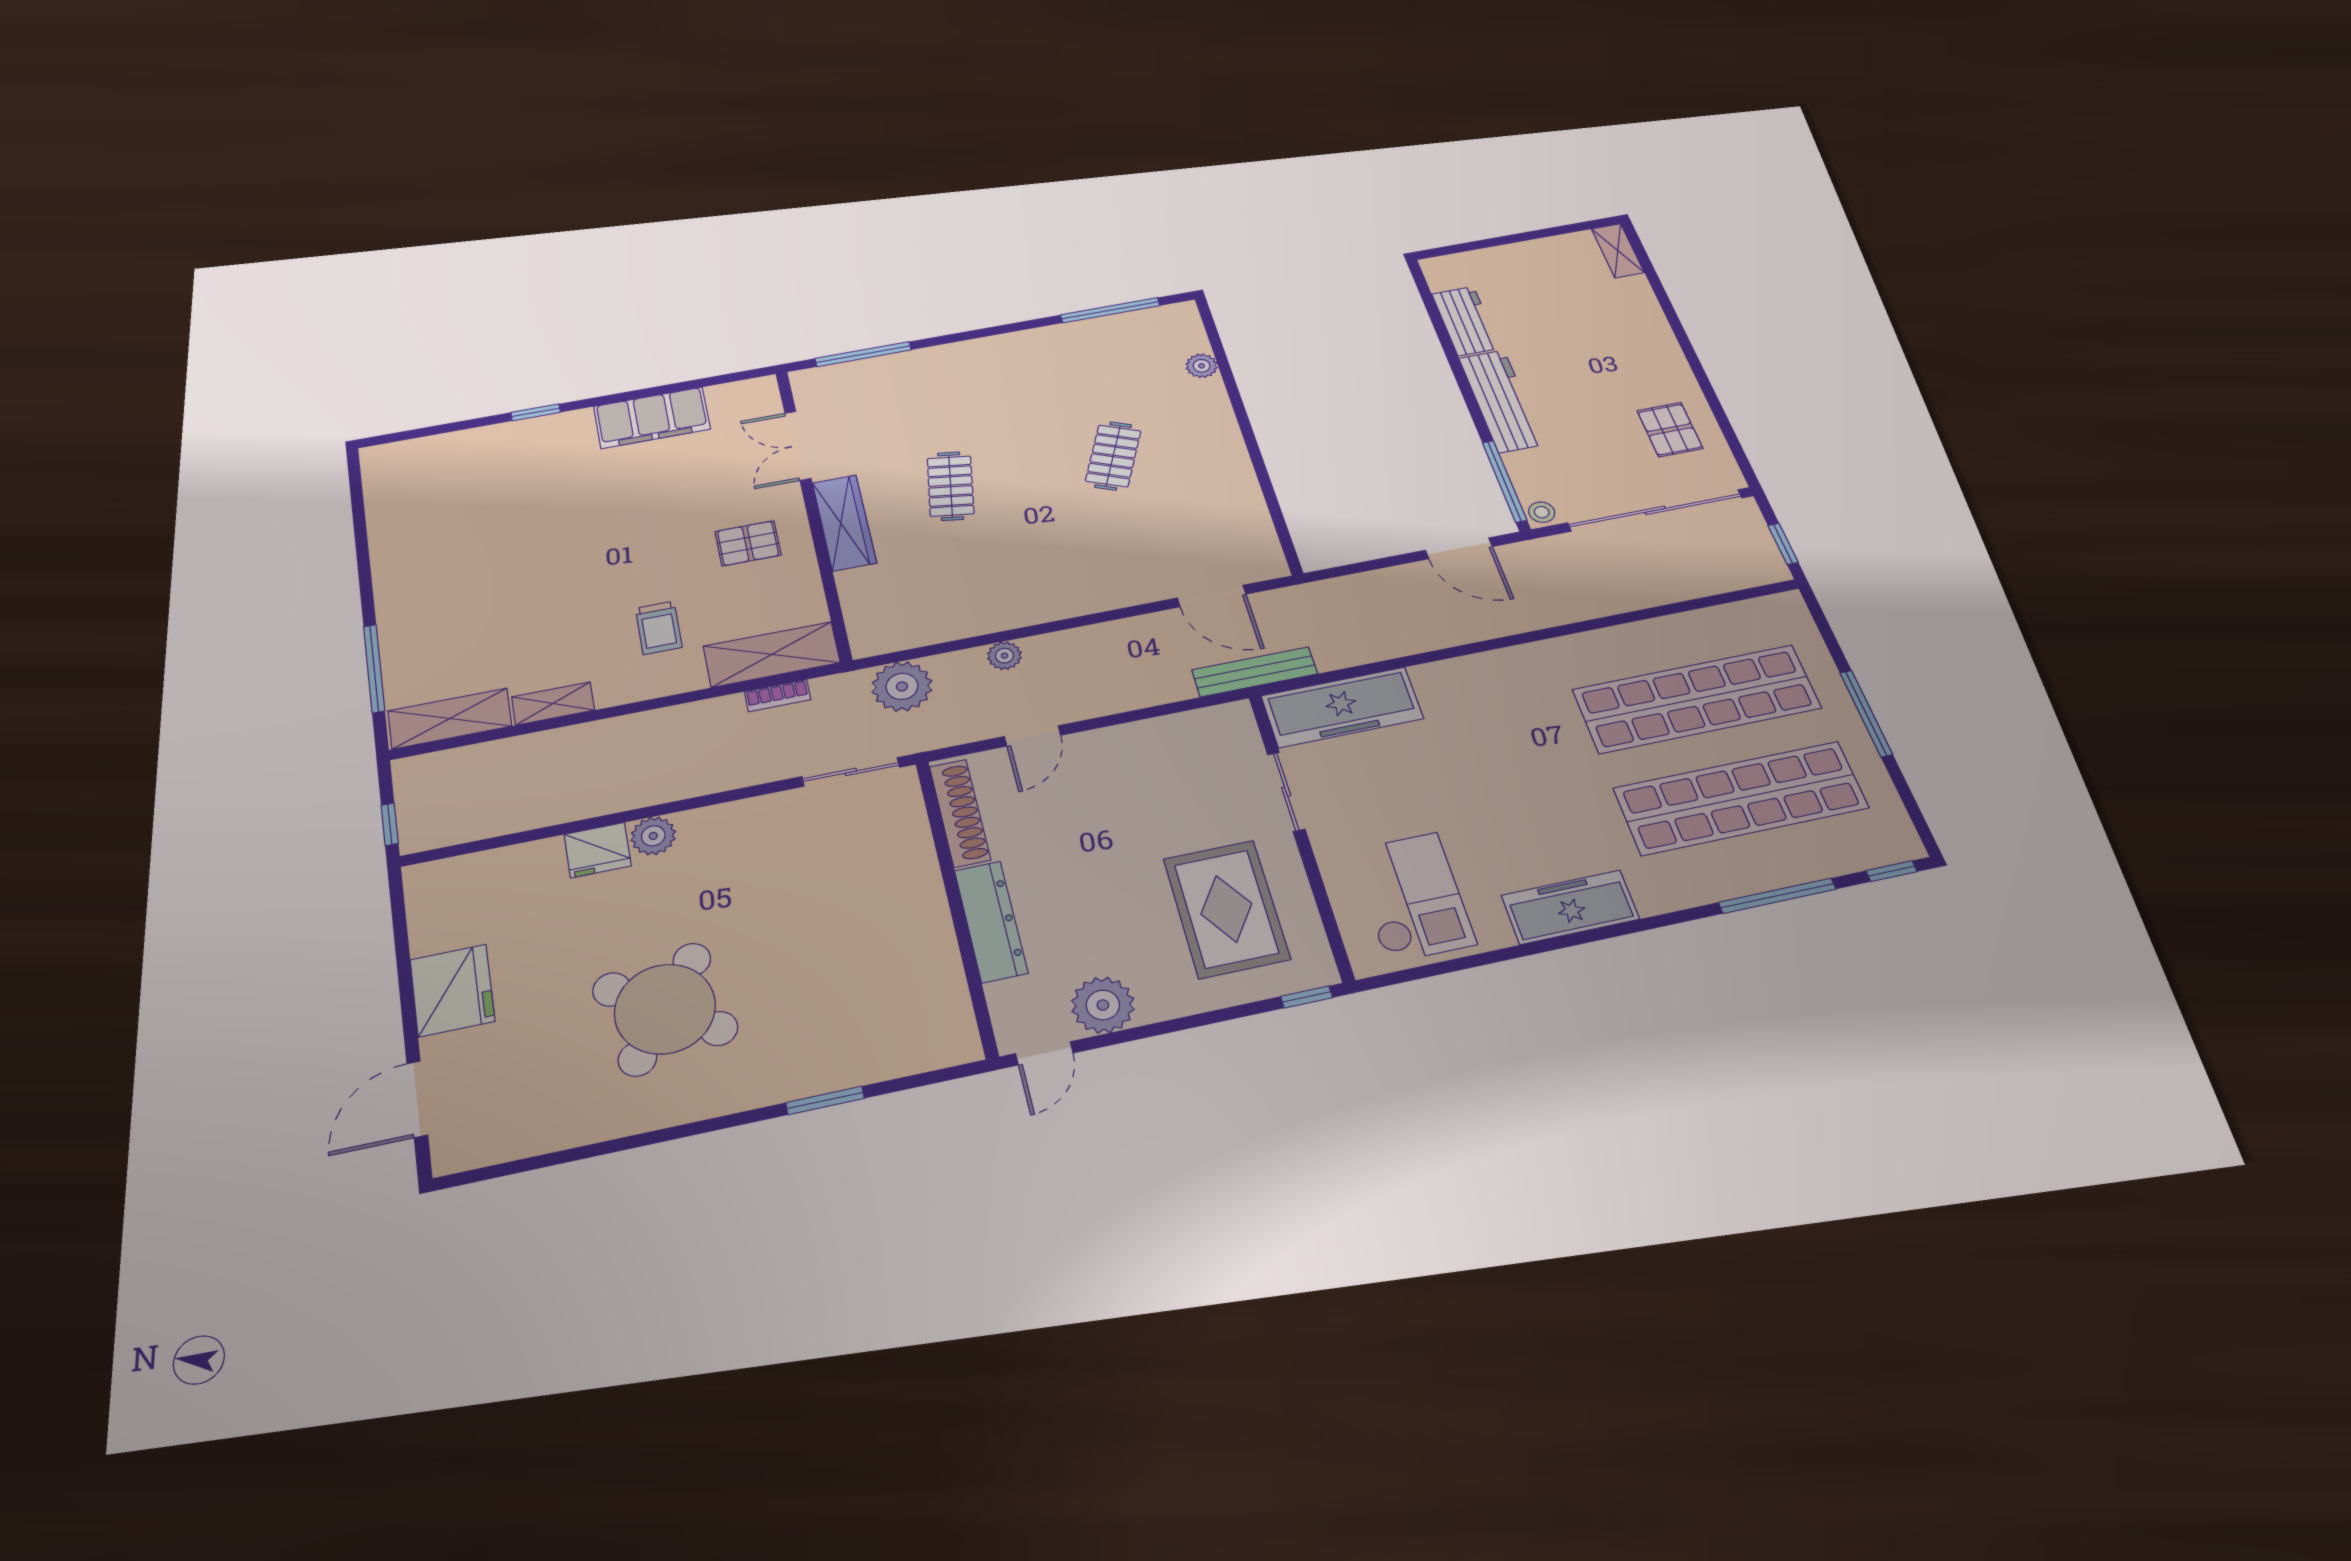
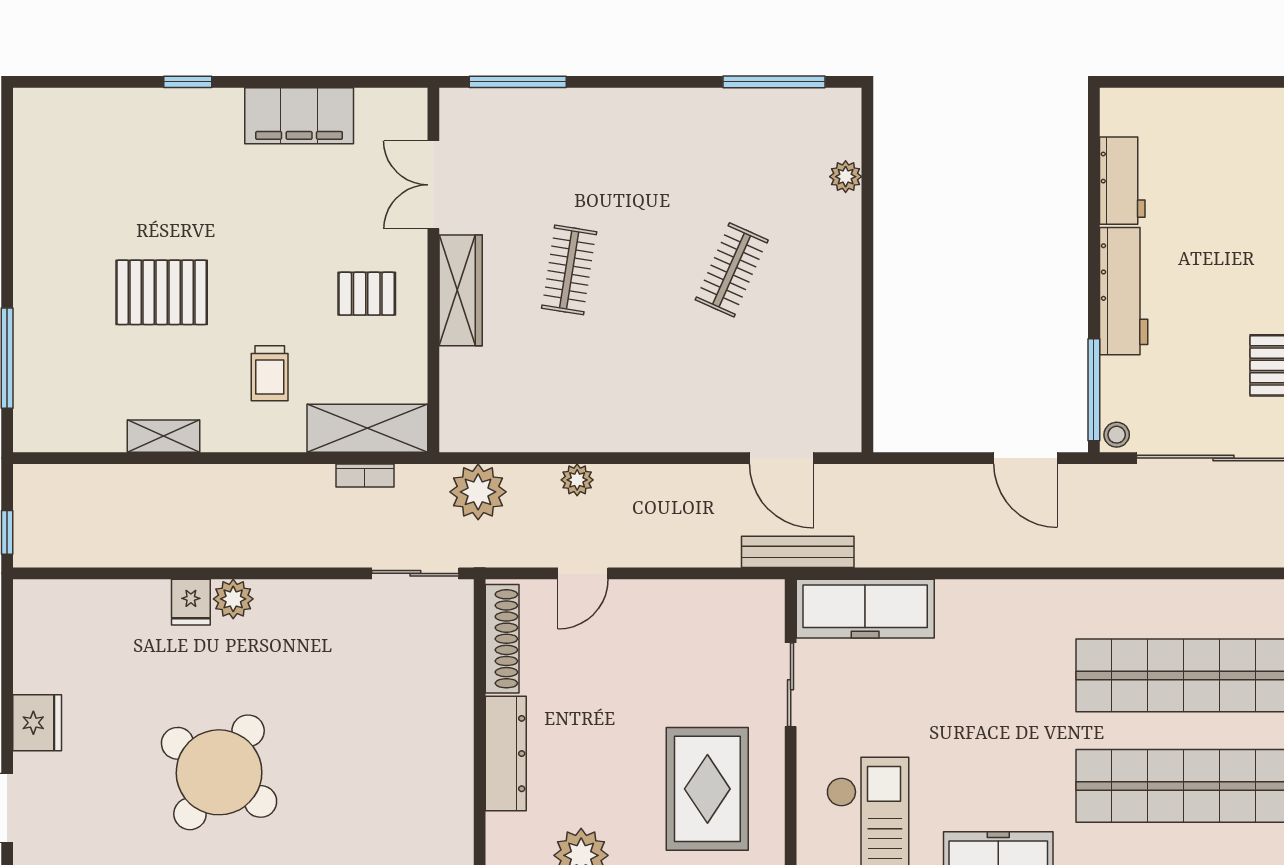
pallet: (533, 582) -> (162, 292), added
shelving: (450, 718) -> (70, 431), removed
fridge: (598, 850) -> (191, 602), width x0.72
fridge: (452, 990) -> (37, 723), width x0.73, depth x0.75

